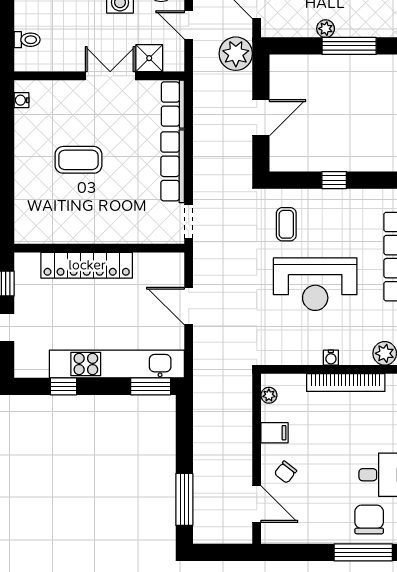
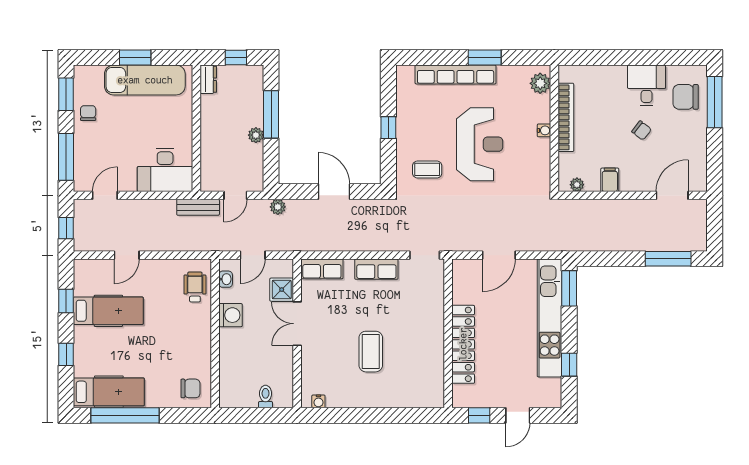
plant: (236, 54) -> (278, 207), width x0.53, depth x0.53
row of seats: (173, 166) -> (376, 269), width x0.68
chair: (285, 472) -> (642, 130), moved

